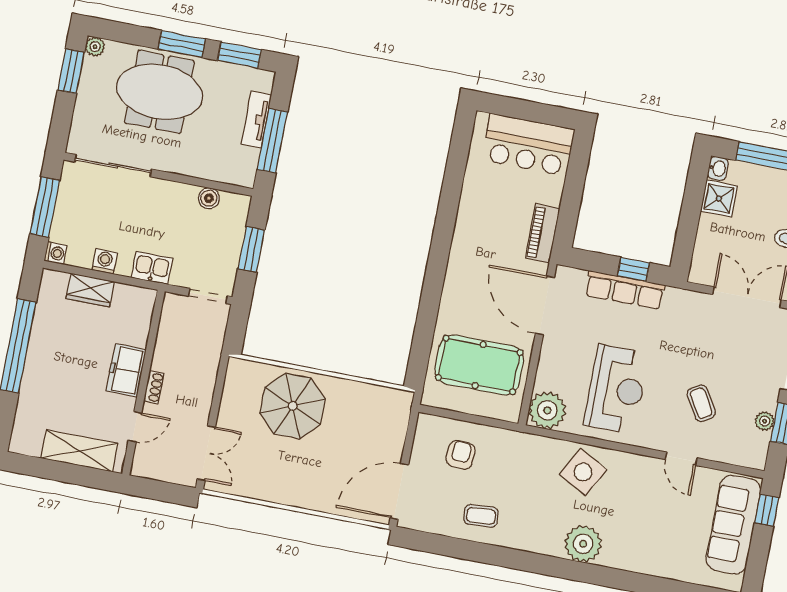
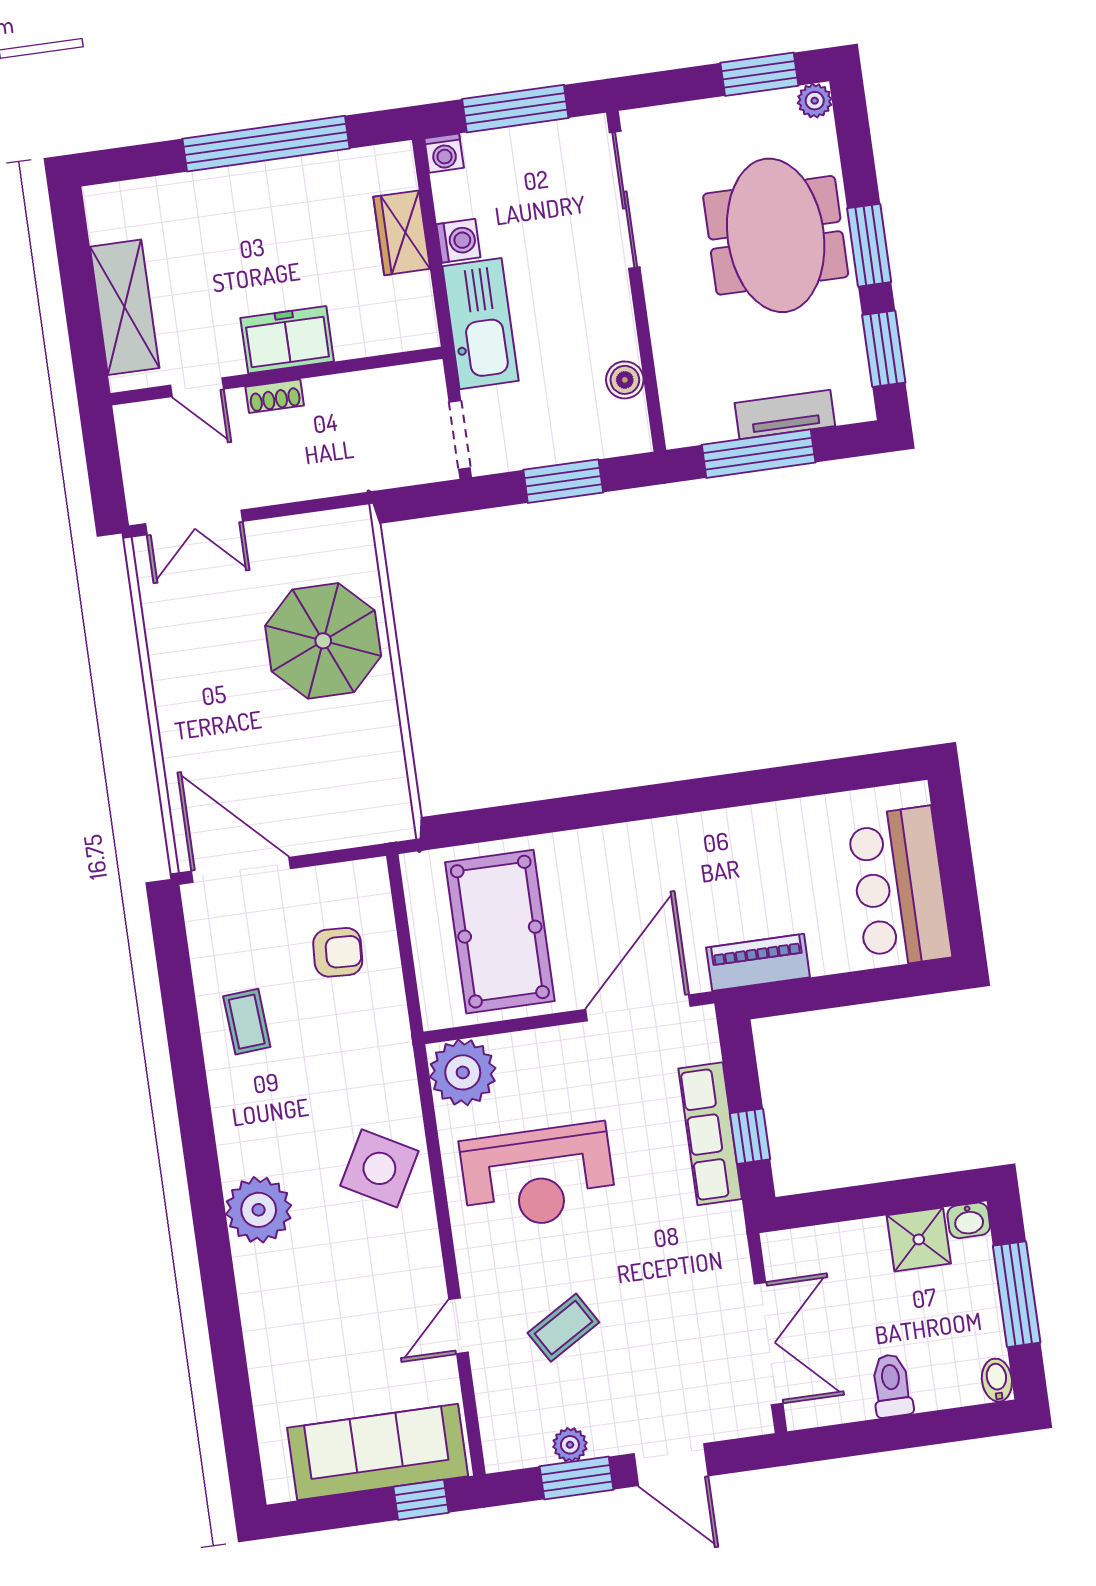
kitchen sink: (152, 268) -> (480, 324), width x1.87, depth x1.24

